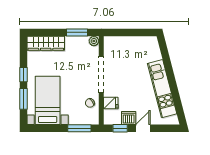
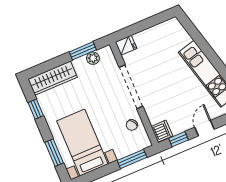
plant: (94, 41) -> (93, 58), moved
window: (24, 75) -> (36, 109), moved
fridge: (111, 103) -> (126, 45), moved
dishwasher: (129, 118) -> (162, 131), moved, turned 90

